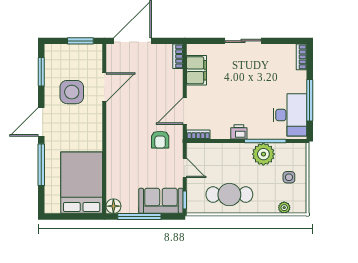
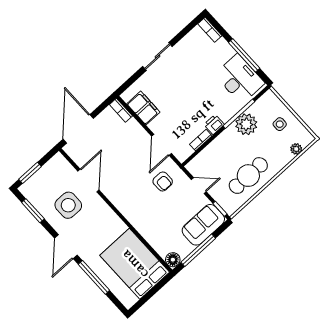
window: (80, 41) -> (30, 173), moved
bookcase: (198, 135) -> (201, 140), moved

